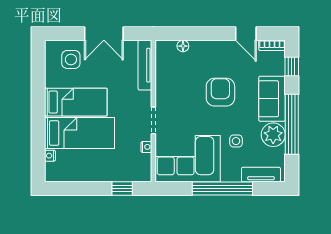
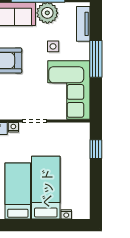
nightstand: (146, 147) -> (13, 127), moved
window: (222, 188) -> (96, 59), width x0.68

